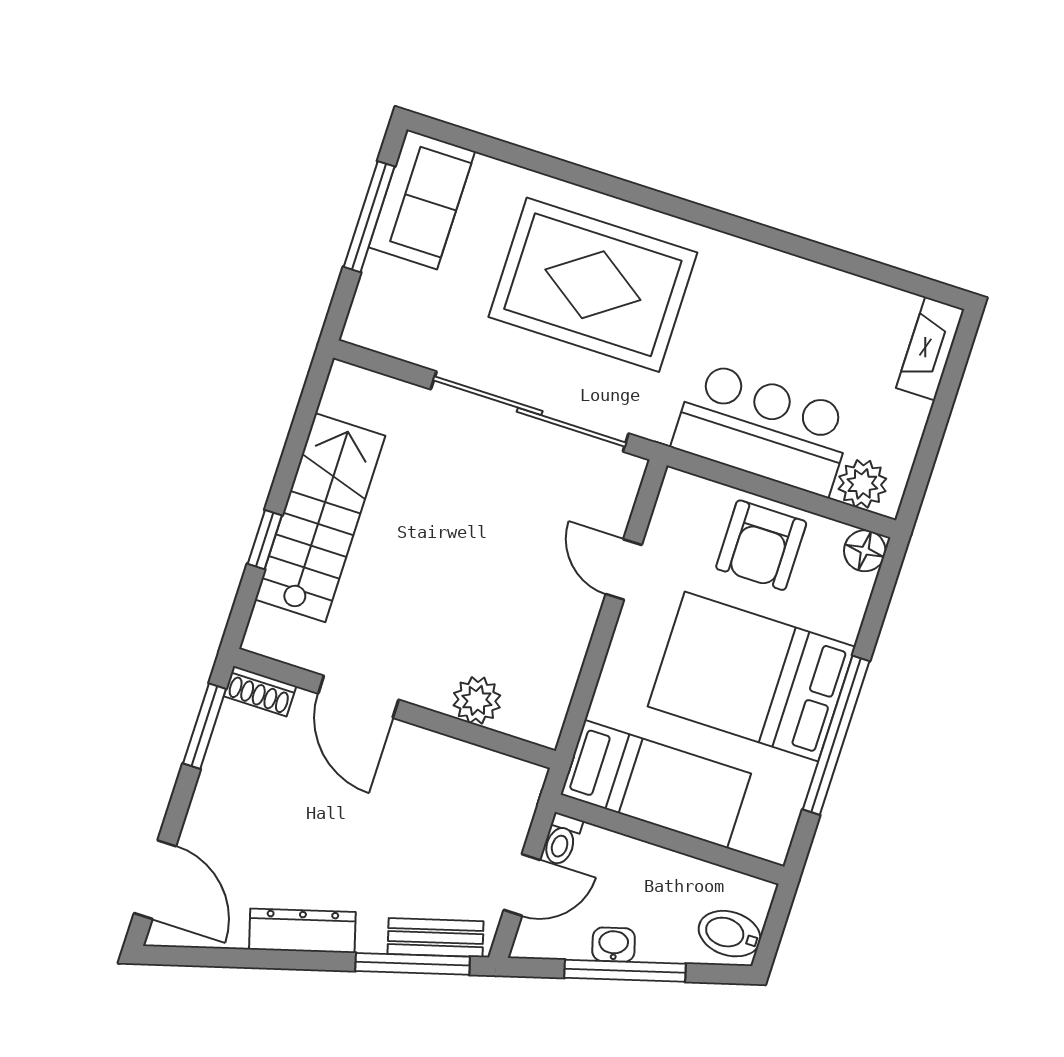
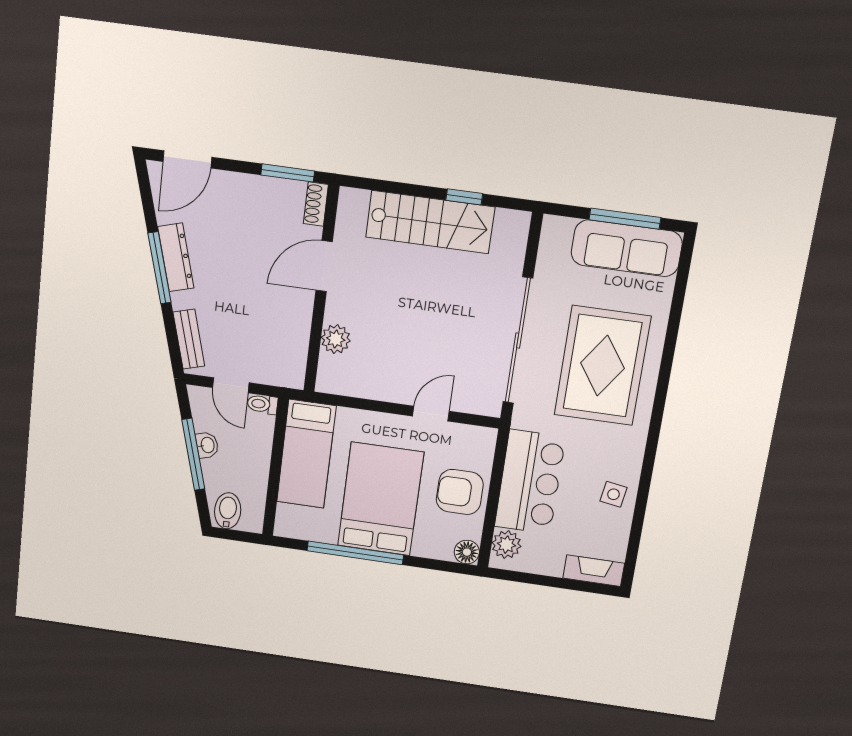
sofa: (422, 199) -> (627, 248), width x1.36
side table: (806, 298) -> (614, 494), added
window: (265, 540) -> (464, 197), moved
window: (413, 964) -> (159, 268), moved

